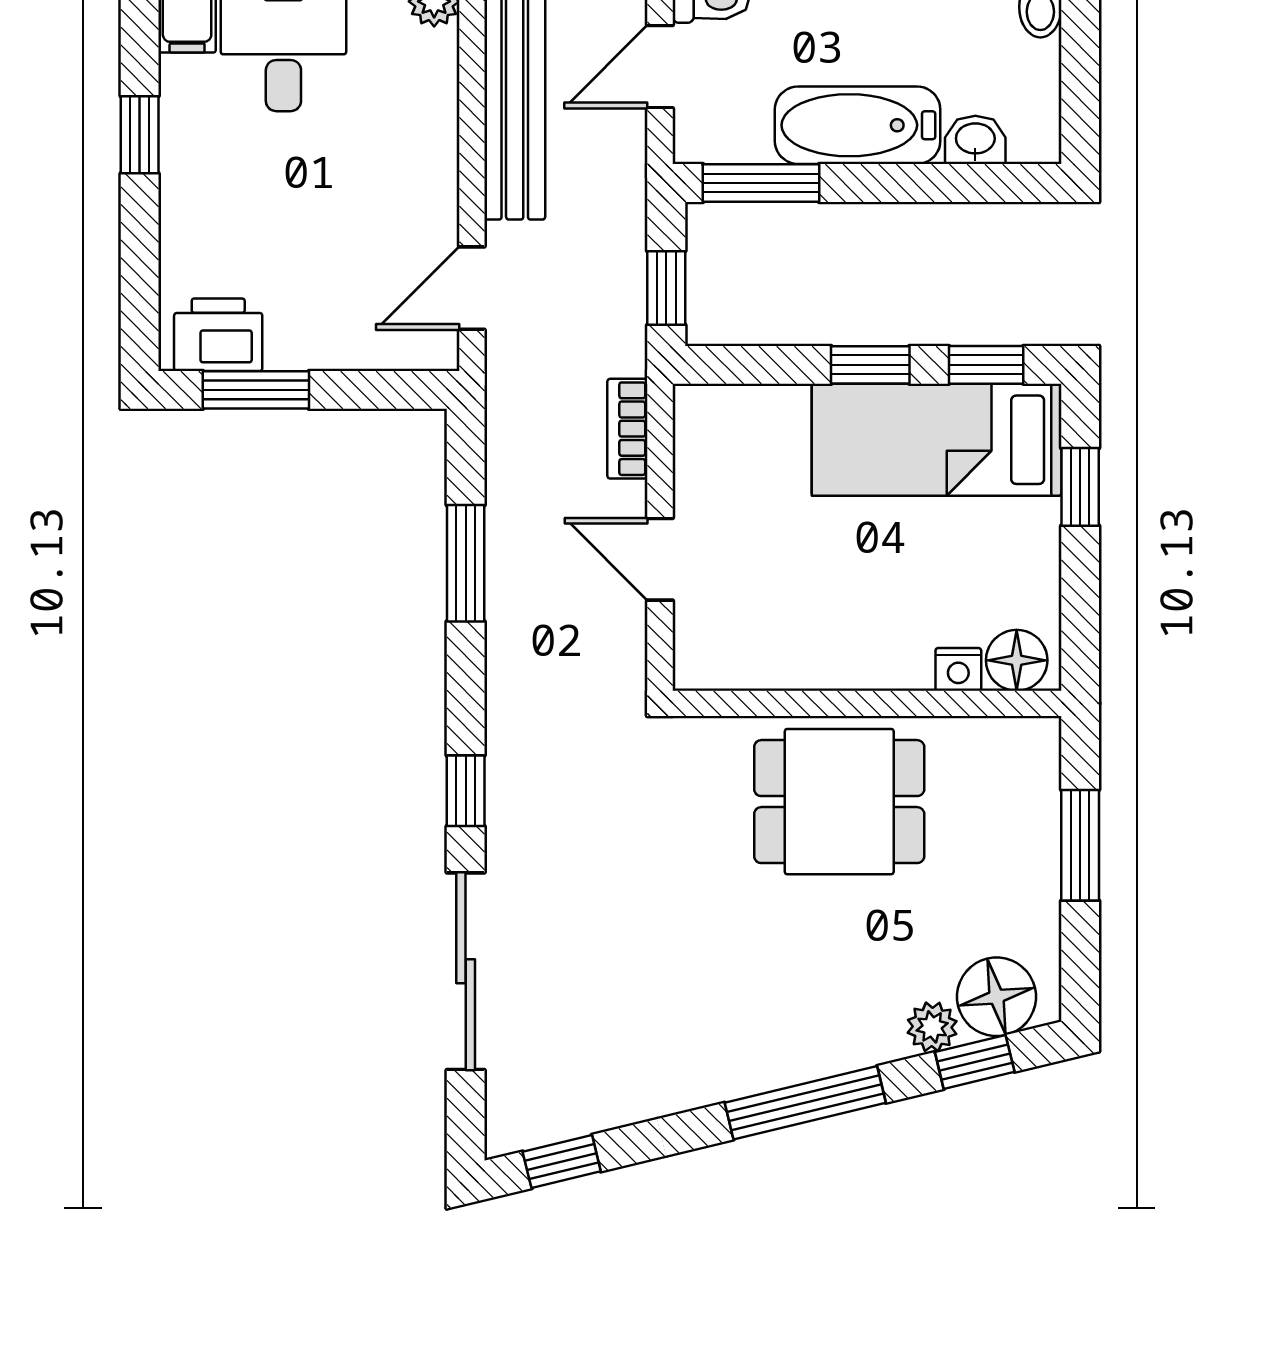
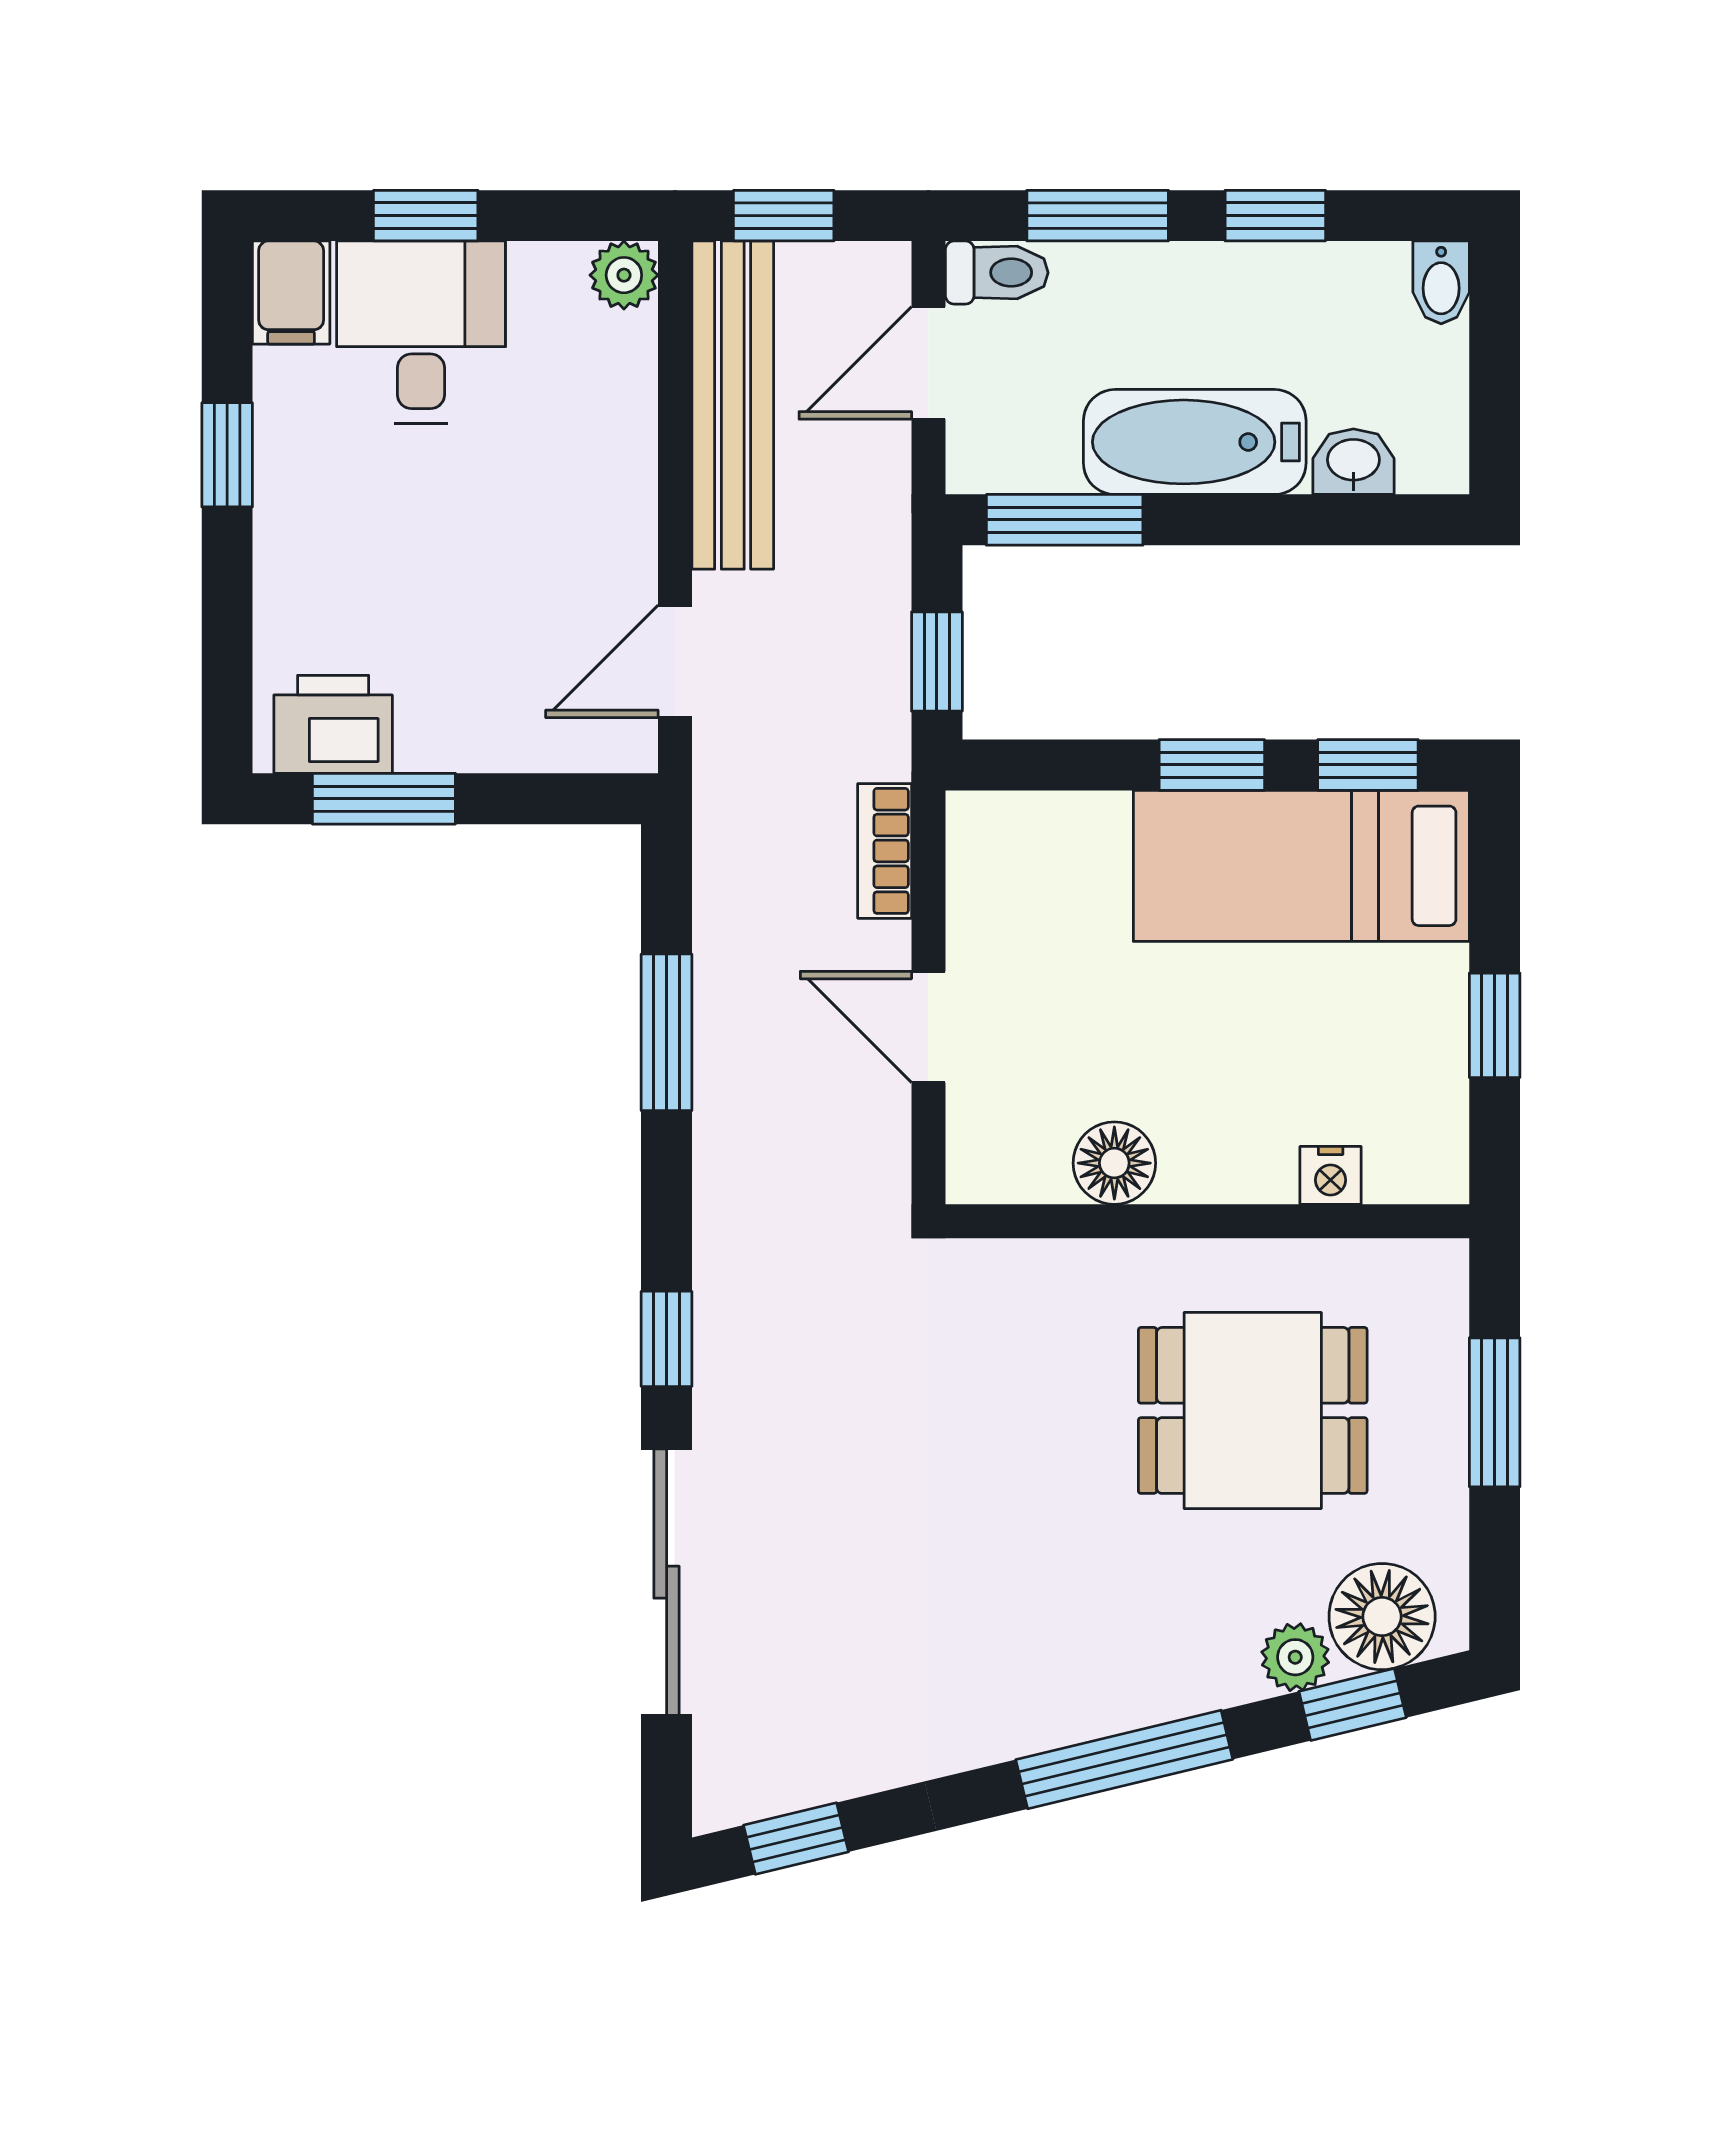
window: (1080, 487) -> (1495, 1025), moved
floor lamp: (1017, 660) -> (1114, 1163), moved
dining table: (839, 802) -> (1253, 1410), moved

